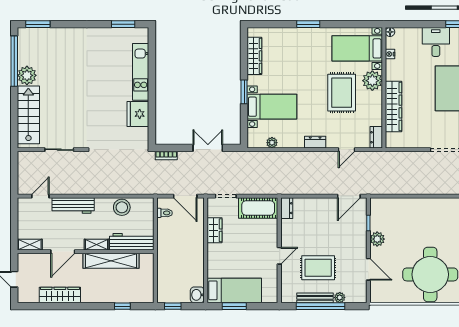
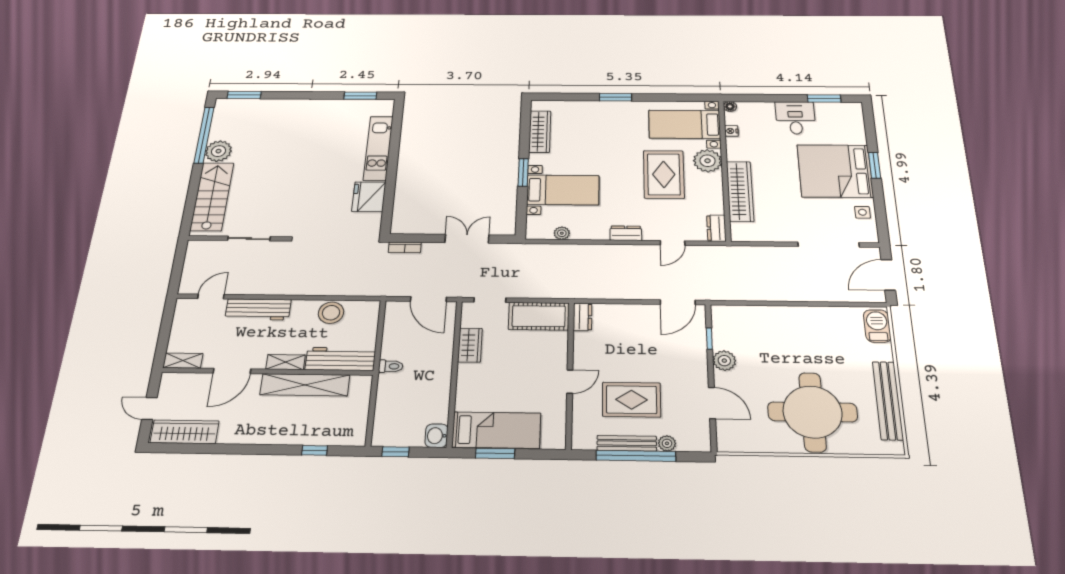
toilet: (165, 213) -> (391, 366), moved
wardrobe: (60, 295) -> (185, 432), moved

